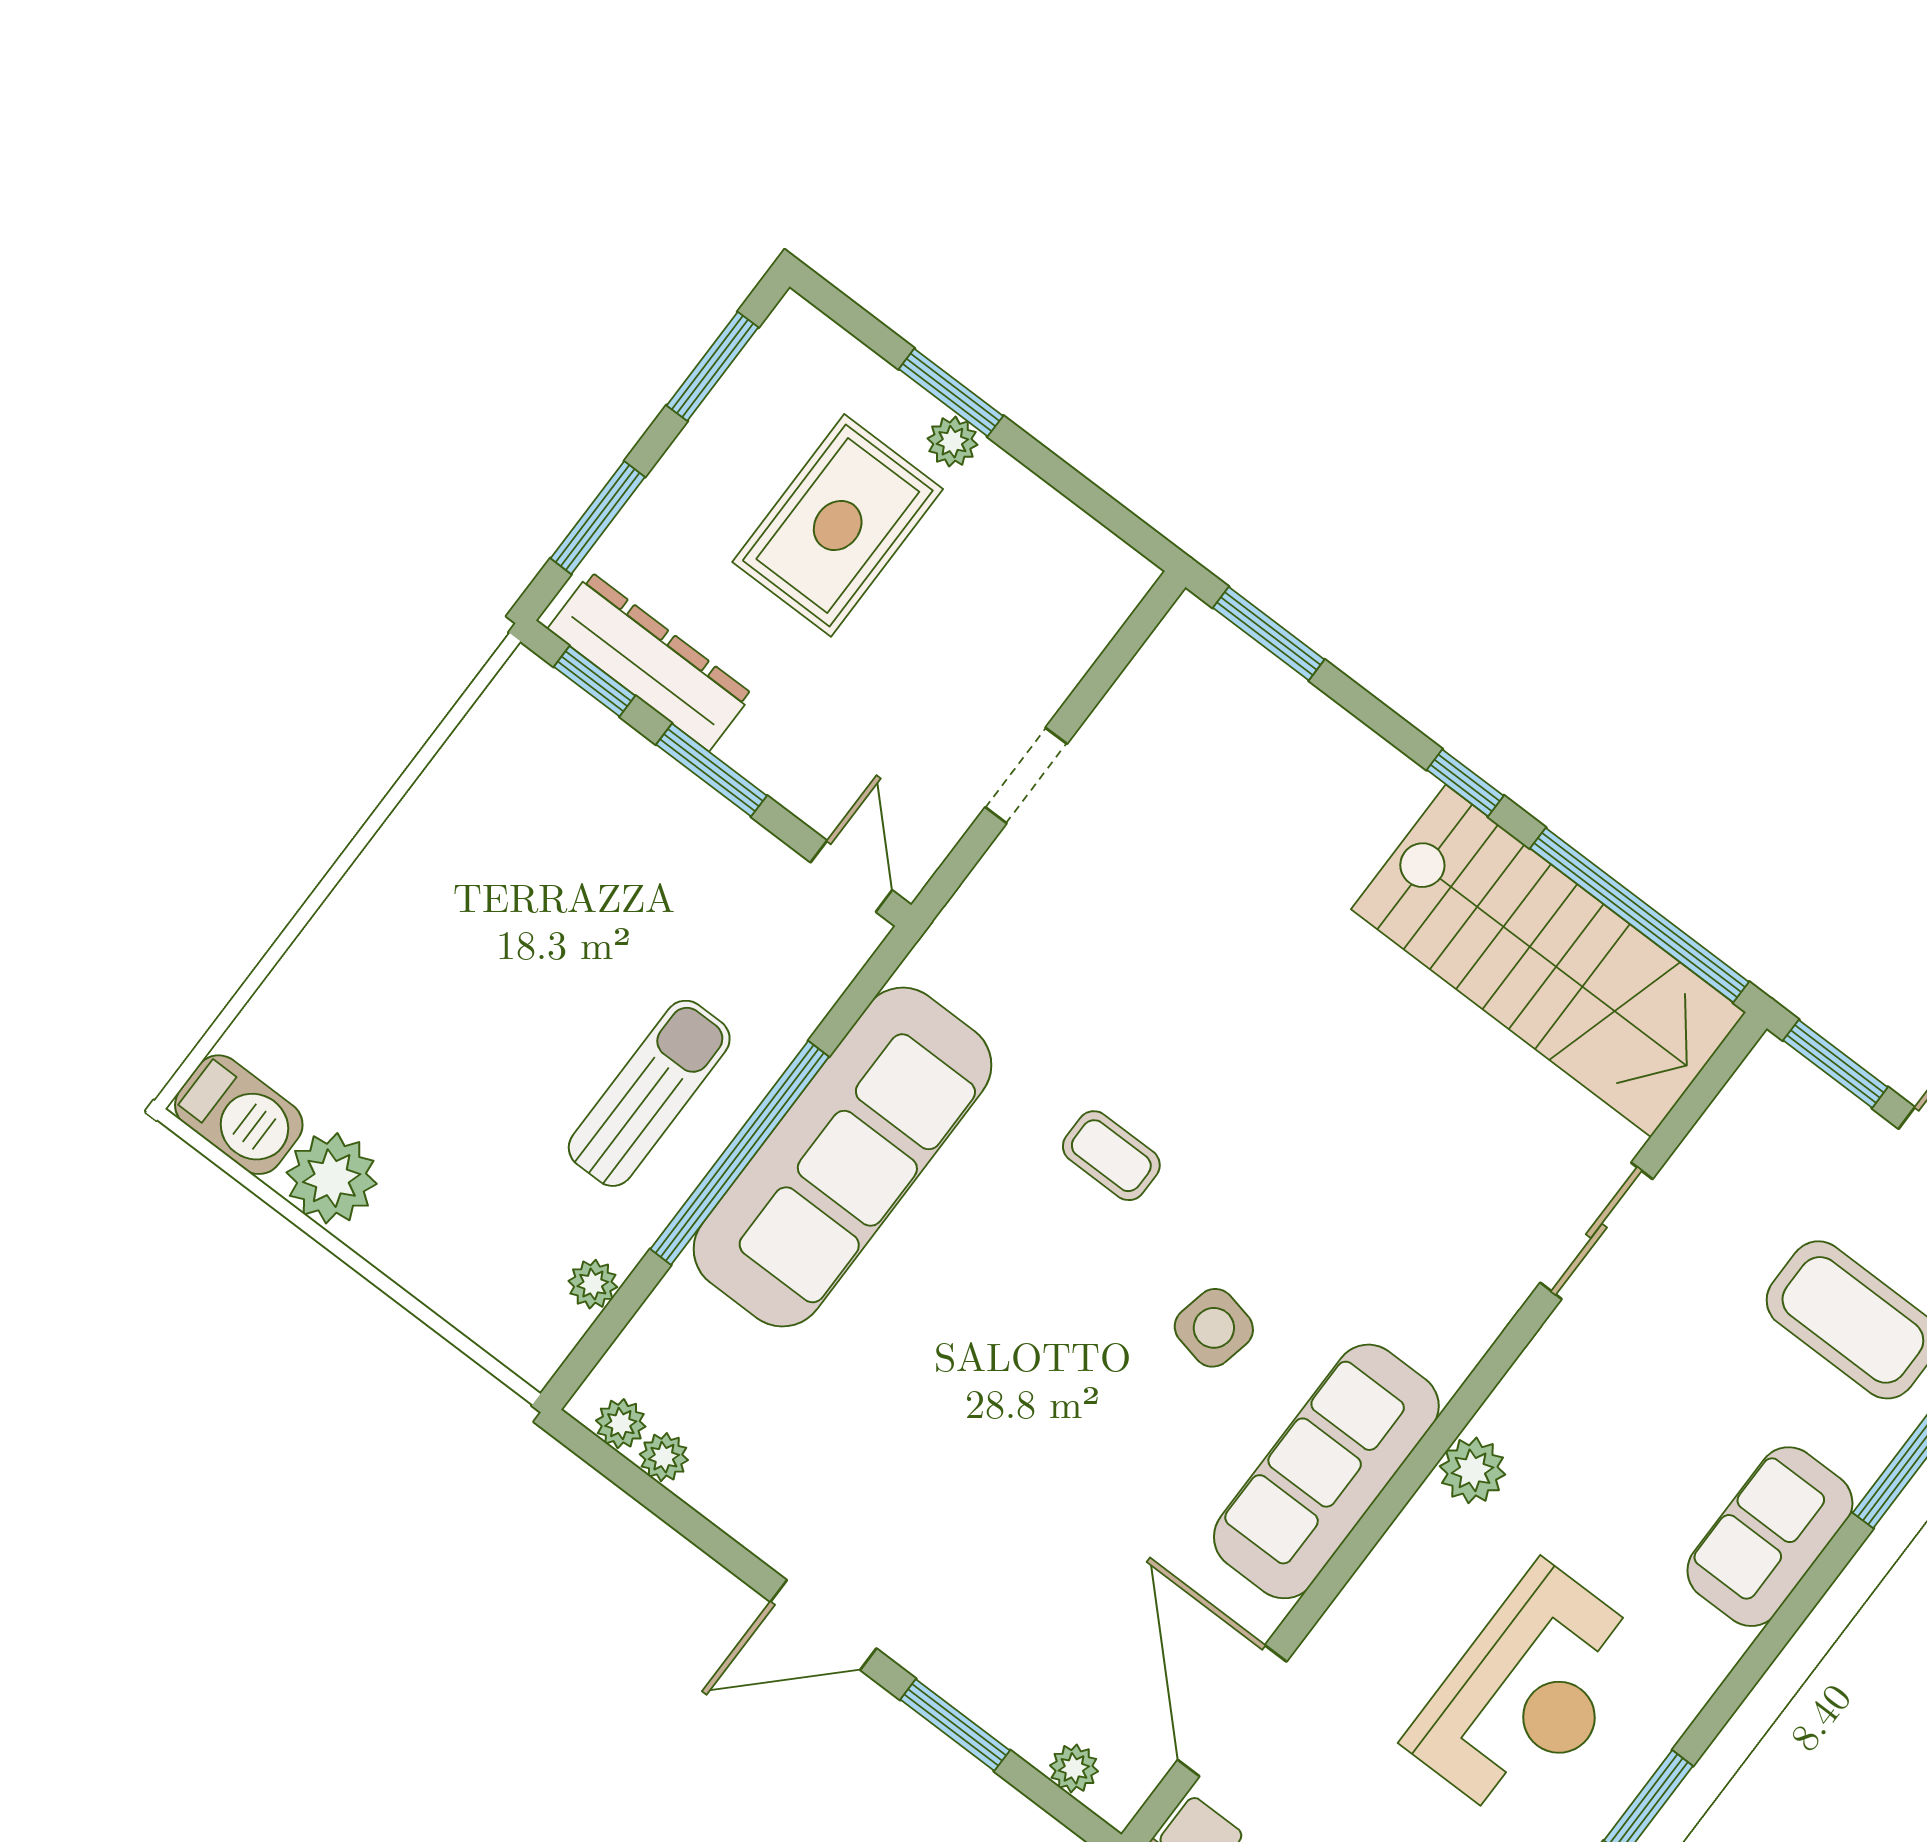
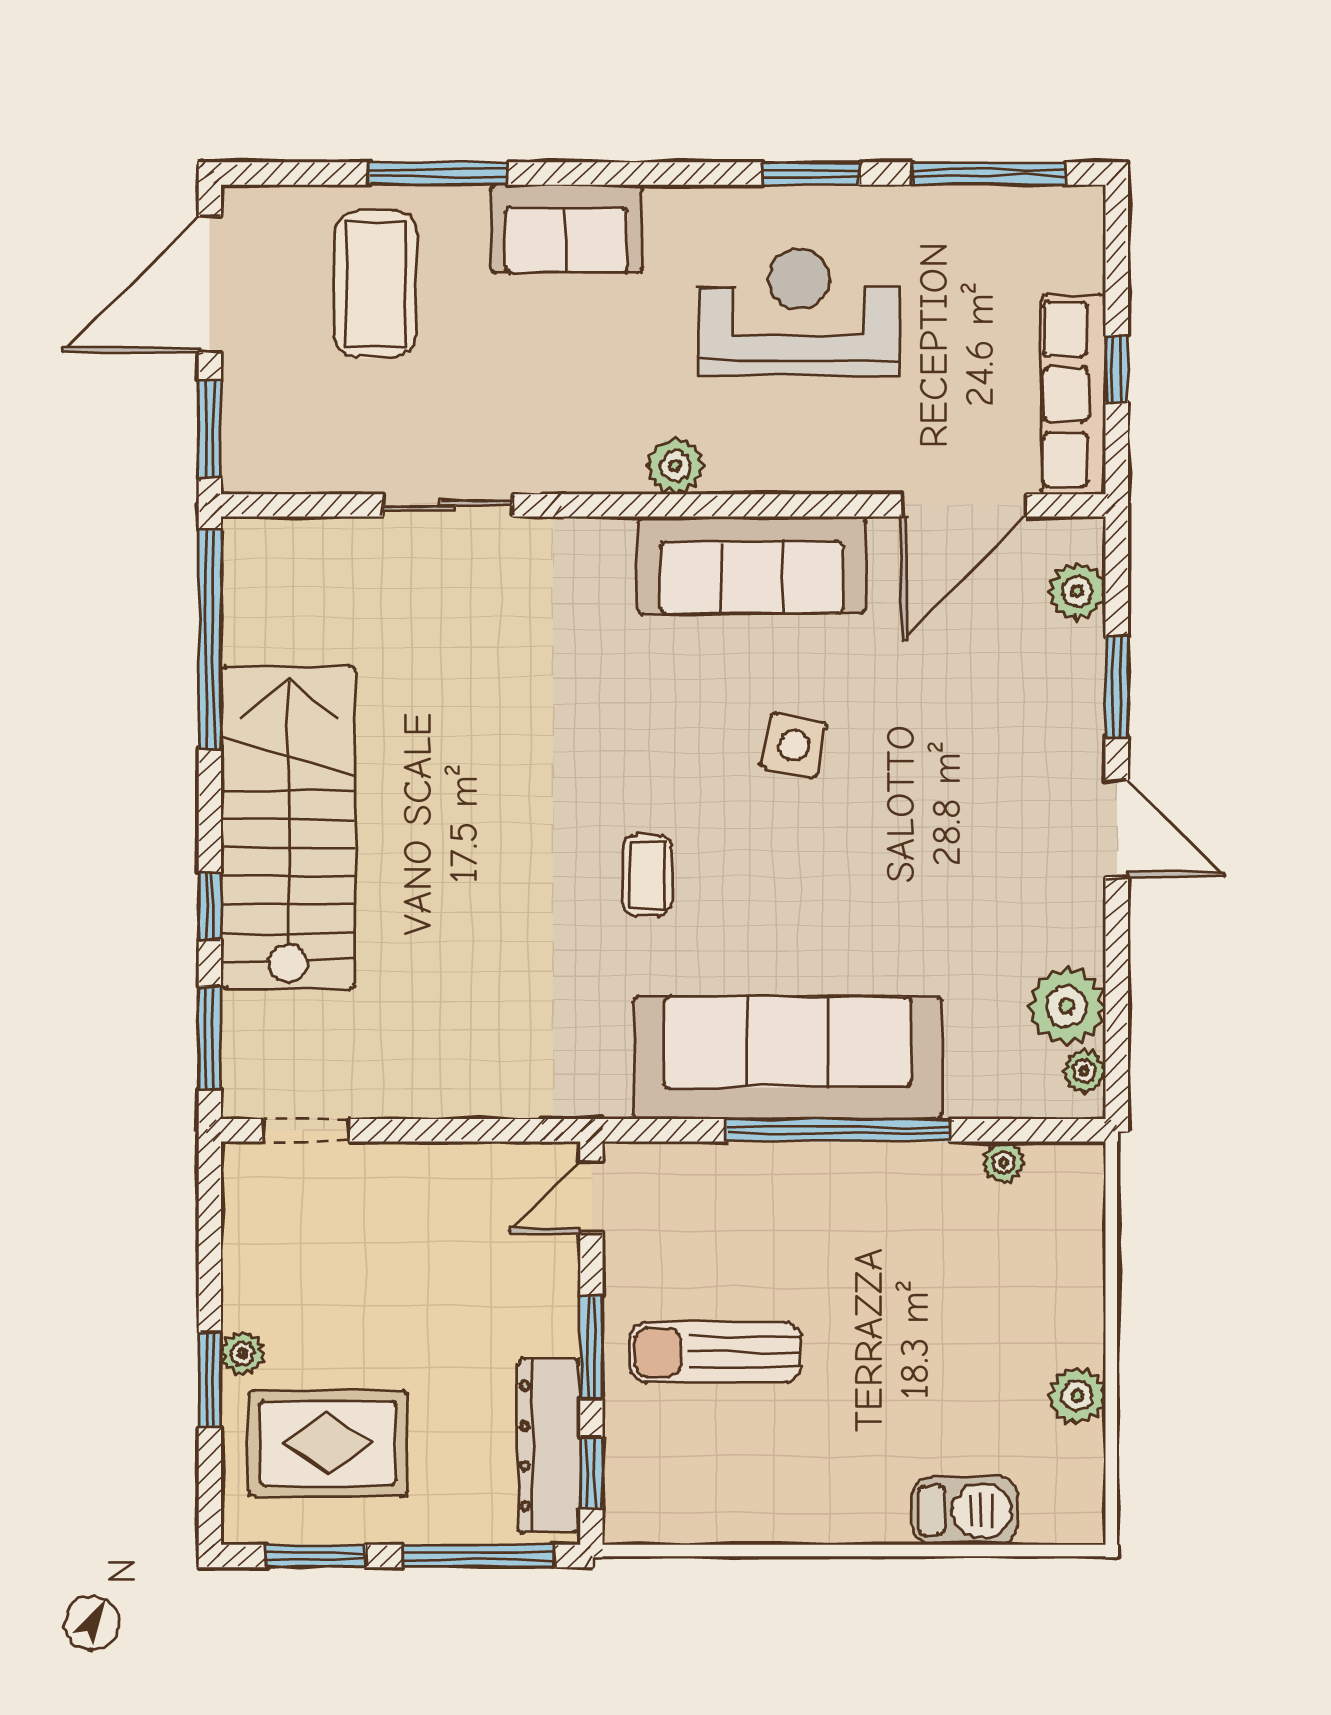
window: (598, 518) -> (478, 1556), width x1.44
rug: (838, 525) -> (328, 1443), moved
doorway: (1026, 775) -> (305, 1130), moved
window: (1465, 783) -> (210, 906), moved
stairs: (1549, 961) -> (288, 827), moved
sun lounger: (649, 1093) -> (715, 1352), moved
barbecue: (239, 1115) -> (965, 1511), moved, turned 90
plant: (332, 1178) -> (1077, 1395), width x0.73, depth x0.73
side table: (1214, 1328) -> (794, 745), moved
plant: (664, 1457) -> (1067, 1006), width x1.88, depth x1.88
plant: (1074, 1768) -> (1077, 591), width x1.38, depth x1.38

